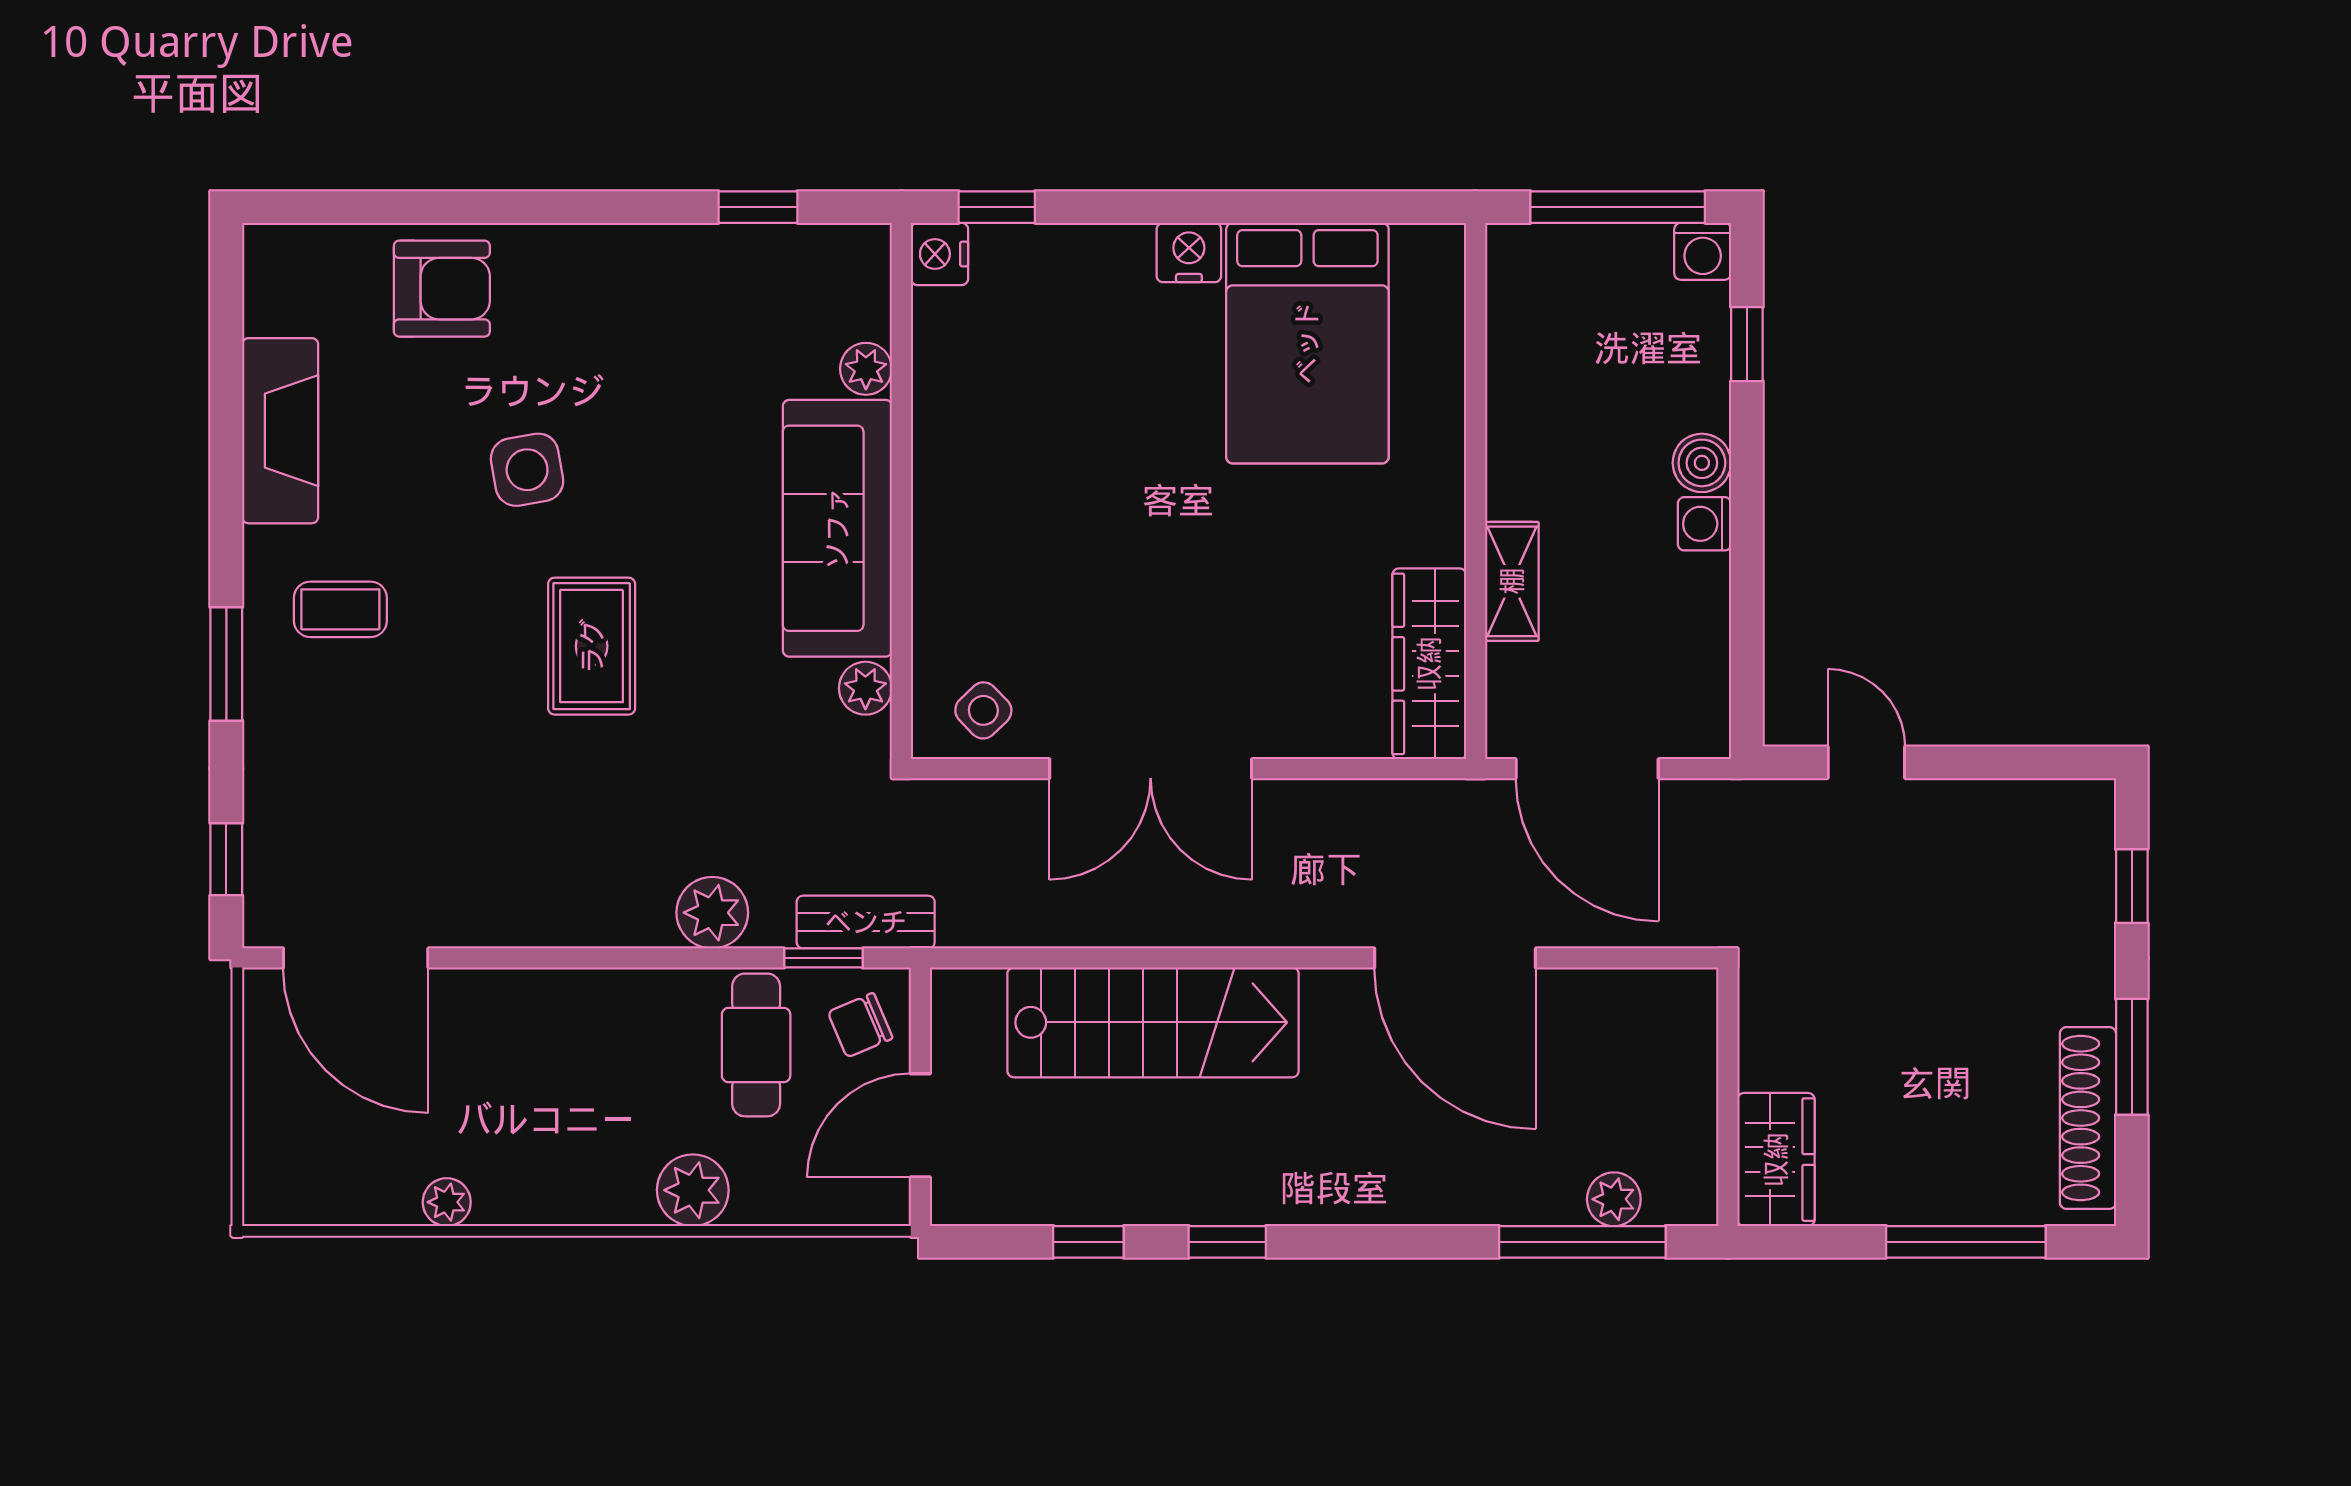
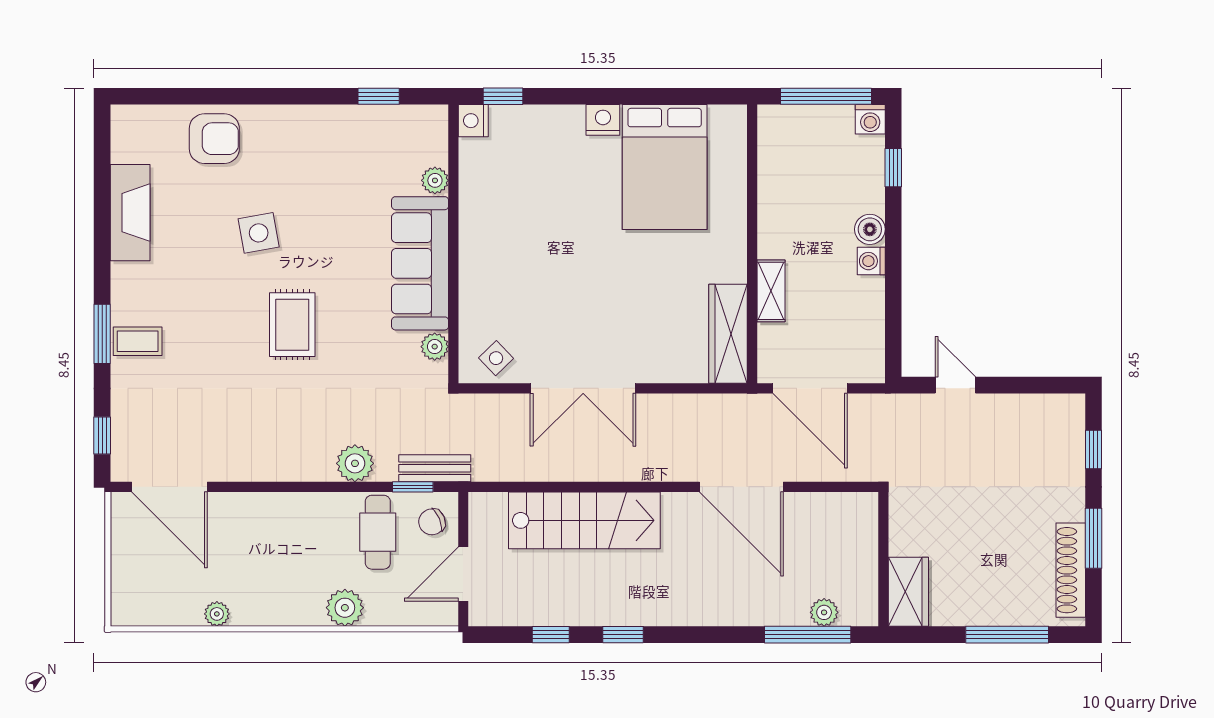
coffee table: (340, 609) -> (138, 341), moved

